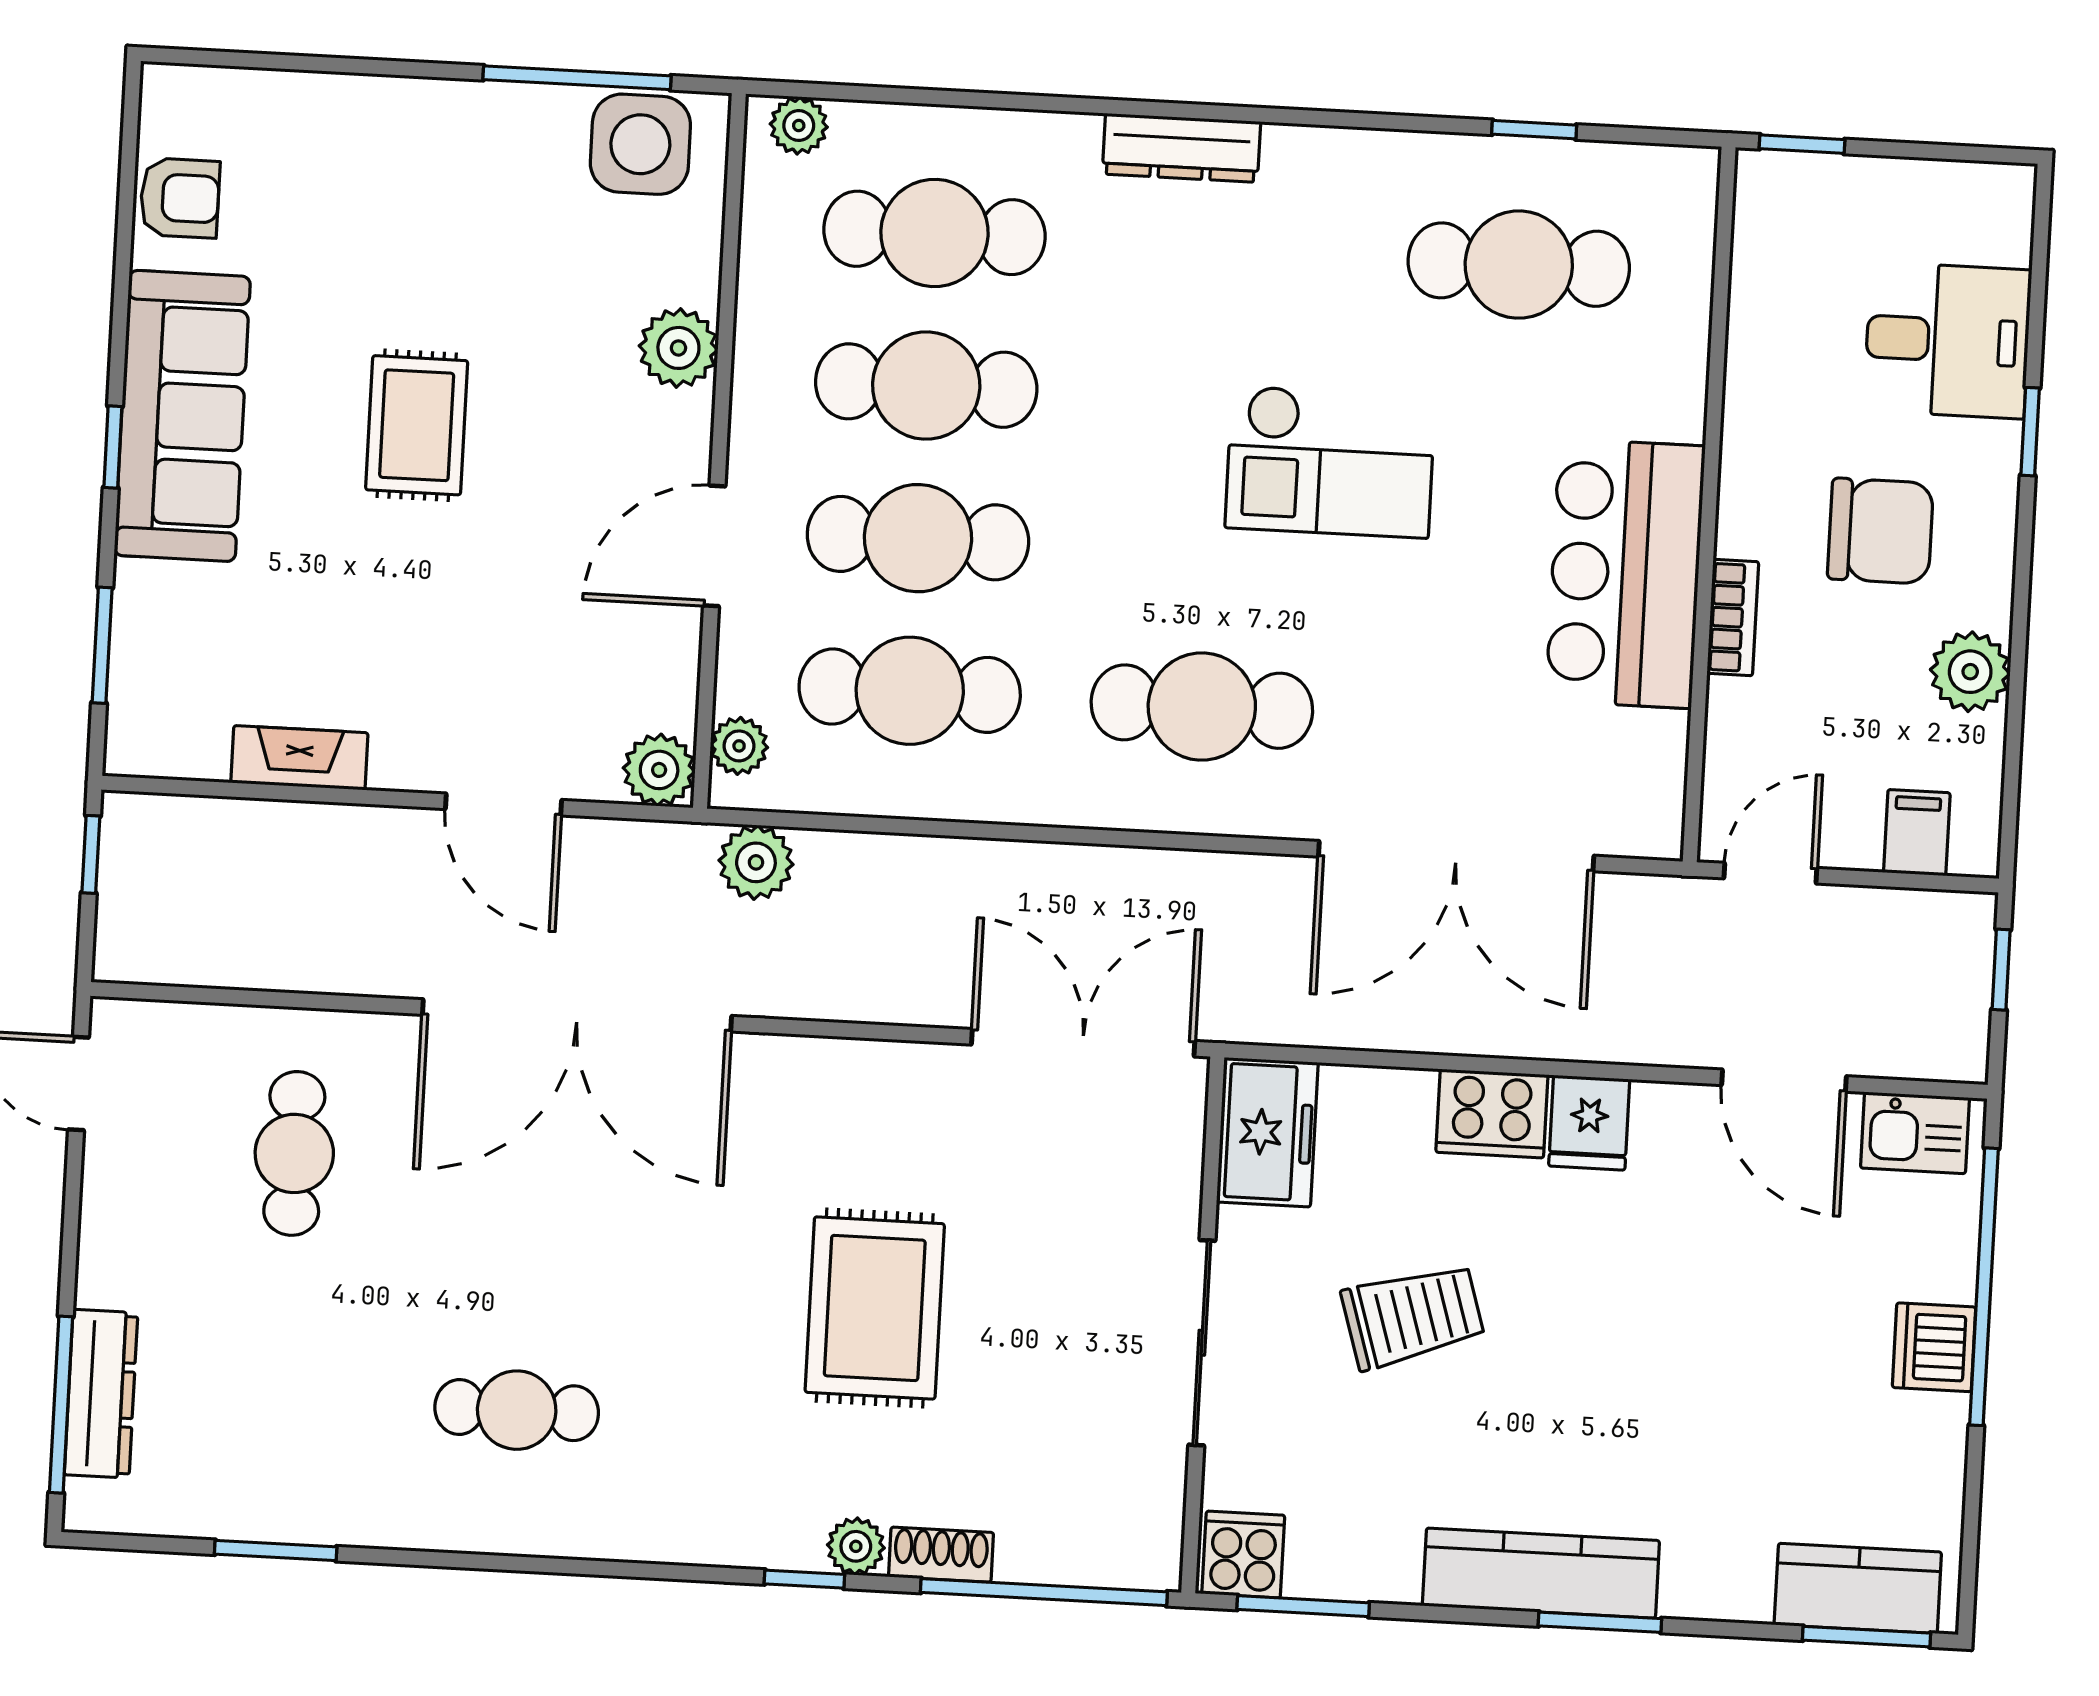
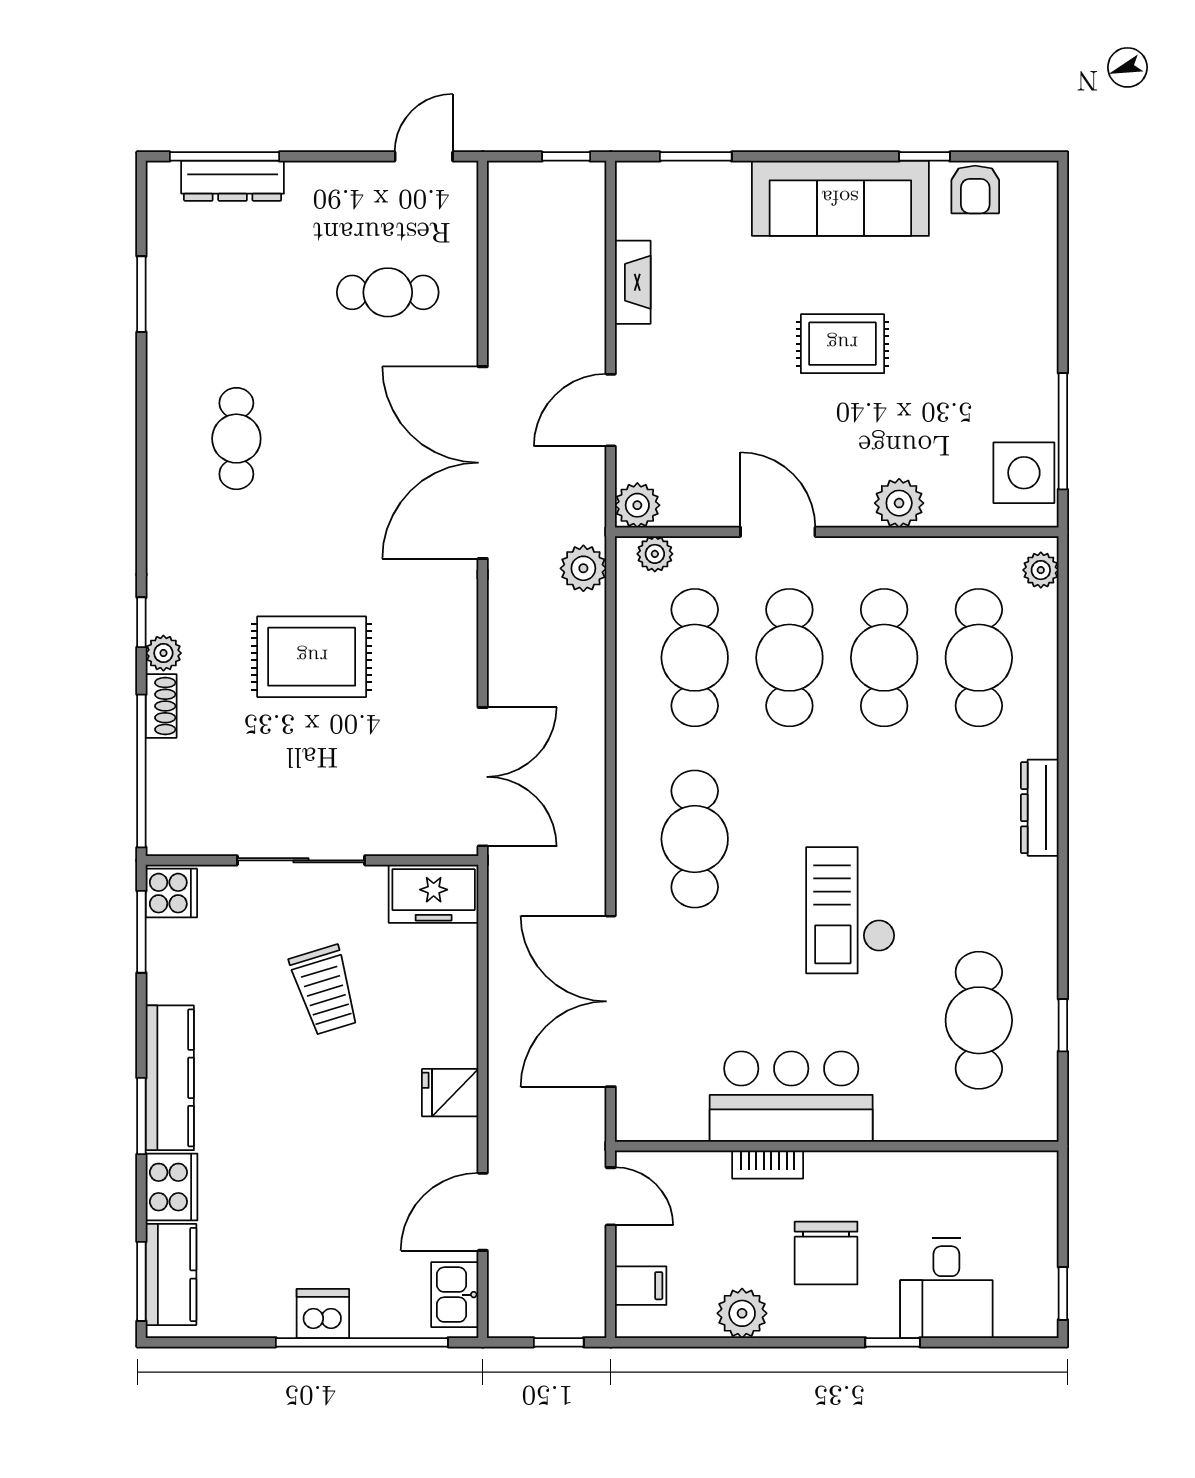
window: (1802, 144) -> (1063, 1293), moved
window: (113, 447) -> (925, 156), moved
cooker: (1492, 1114) -> (172, 1187), moved, turned 180

